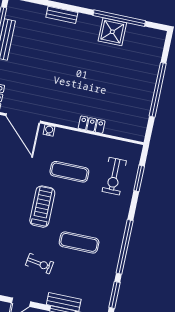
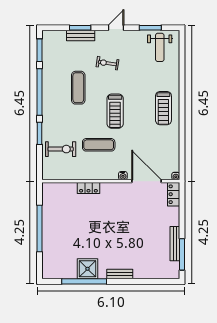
bench: (62, 15) -> (120, 274), moved
exercise bike: (114, 176) -> (61, 149), turned 90
window: (139, 178) -> (40, 133), moved
exercise mat: (79, 242) -> (78, 88), turned 90

